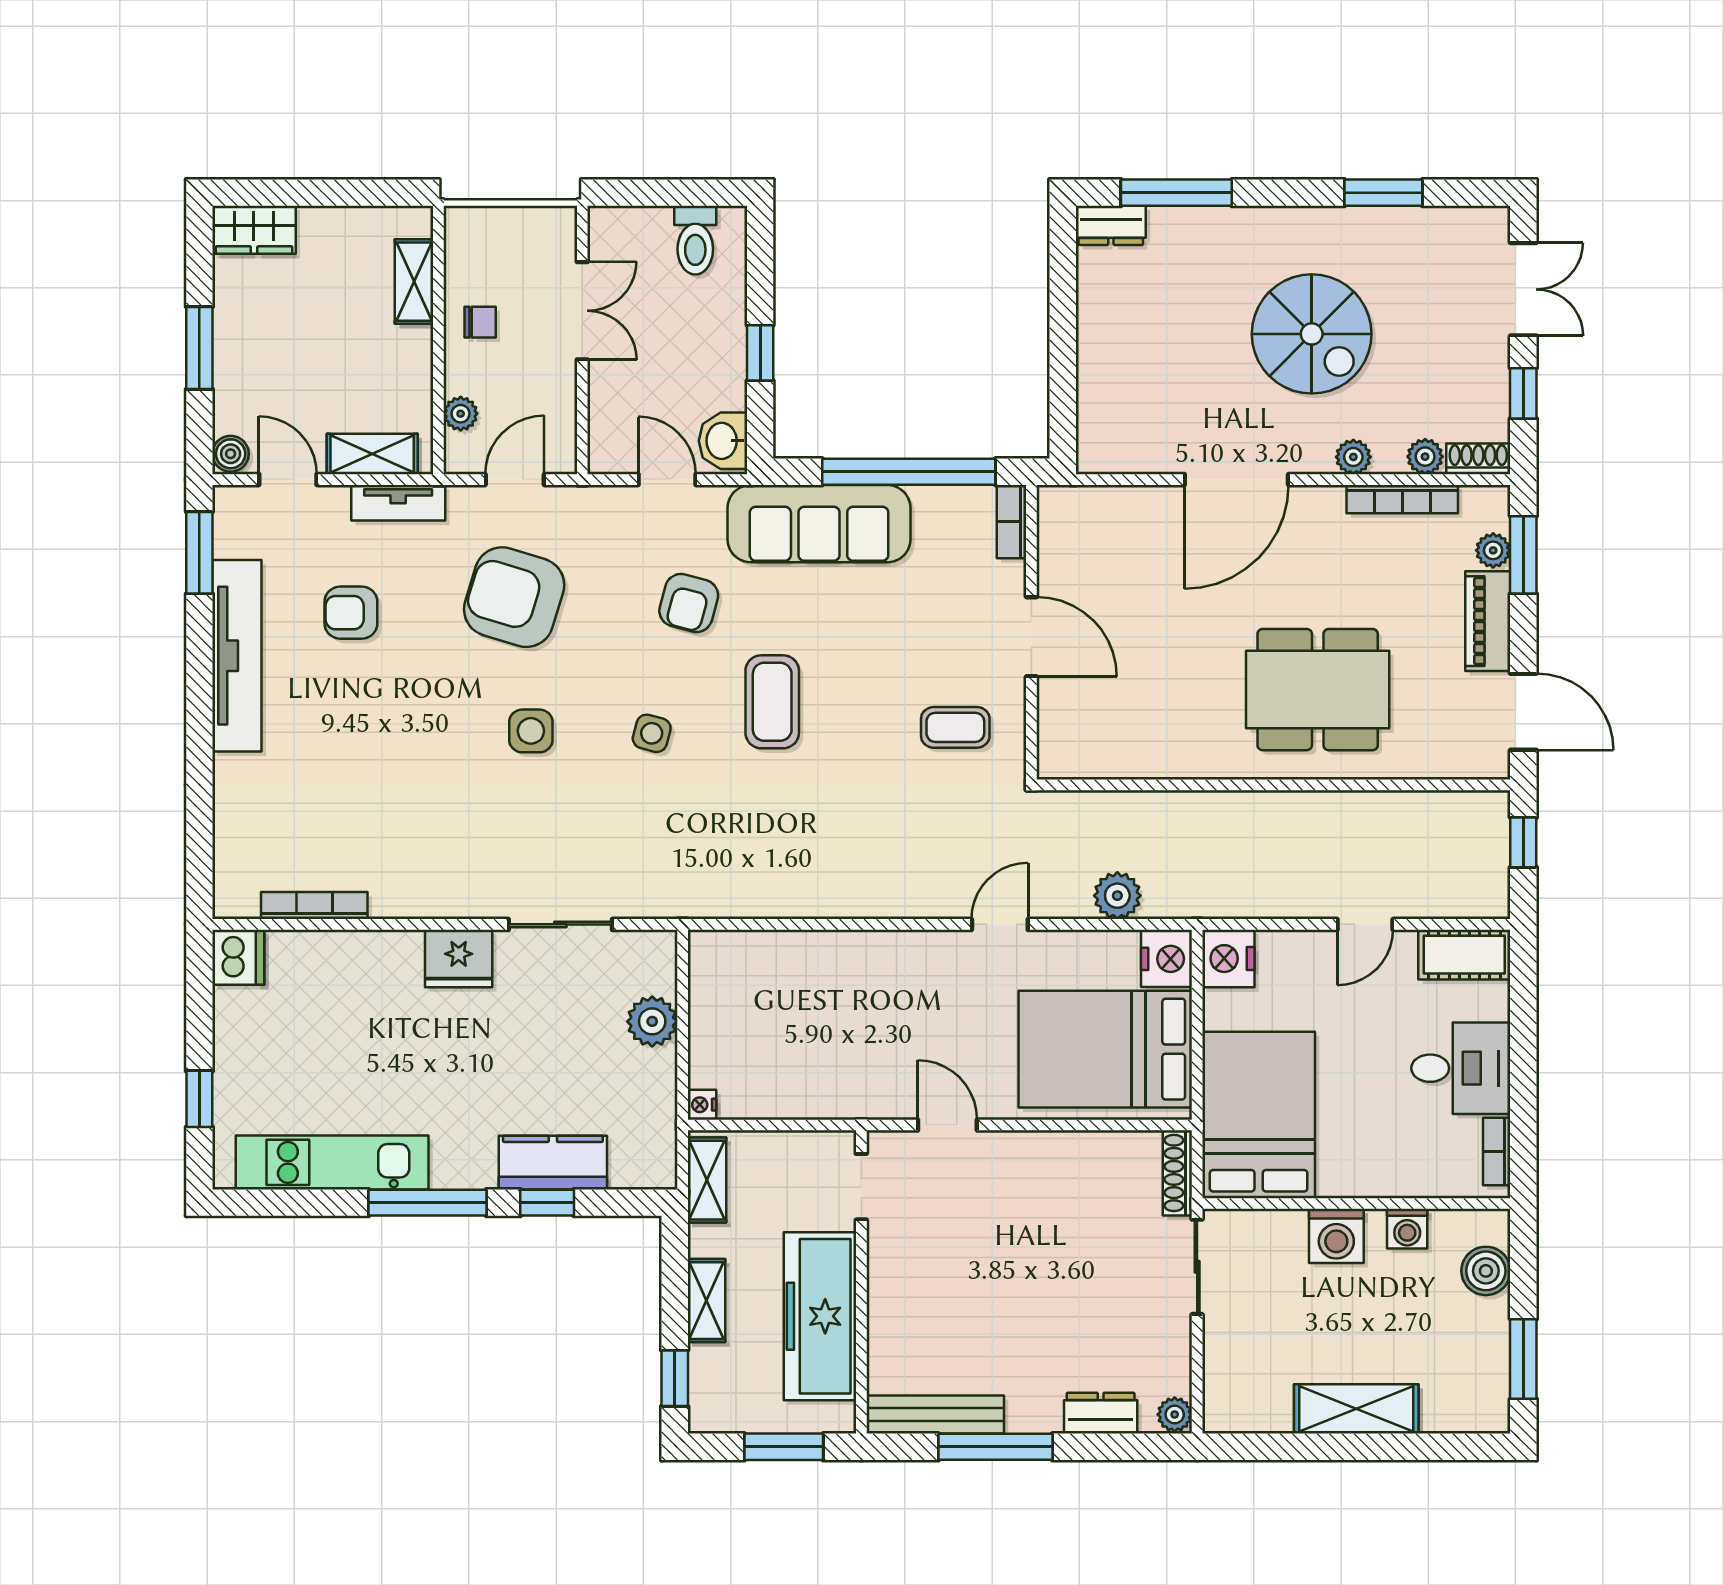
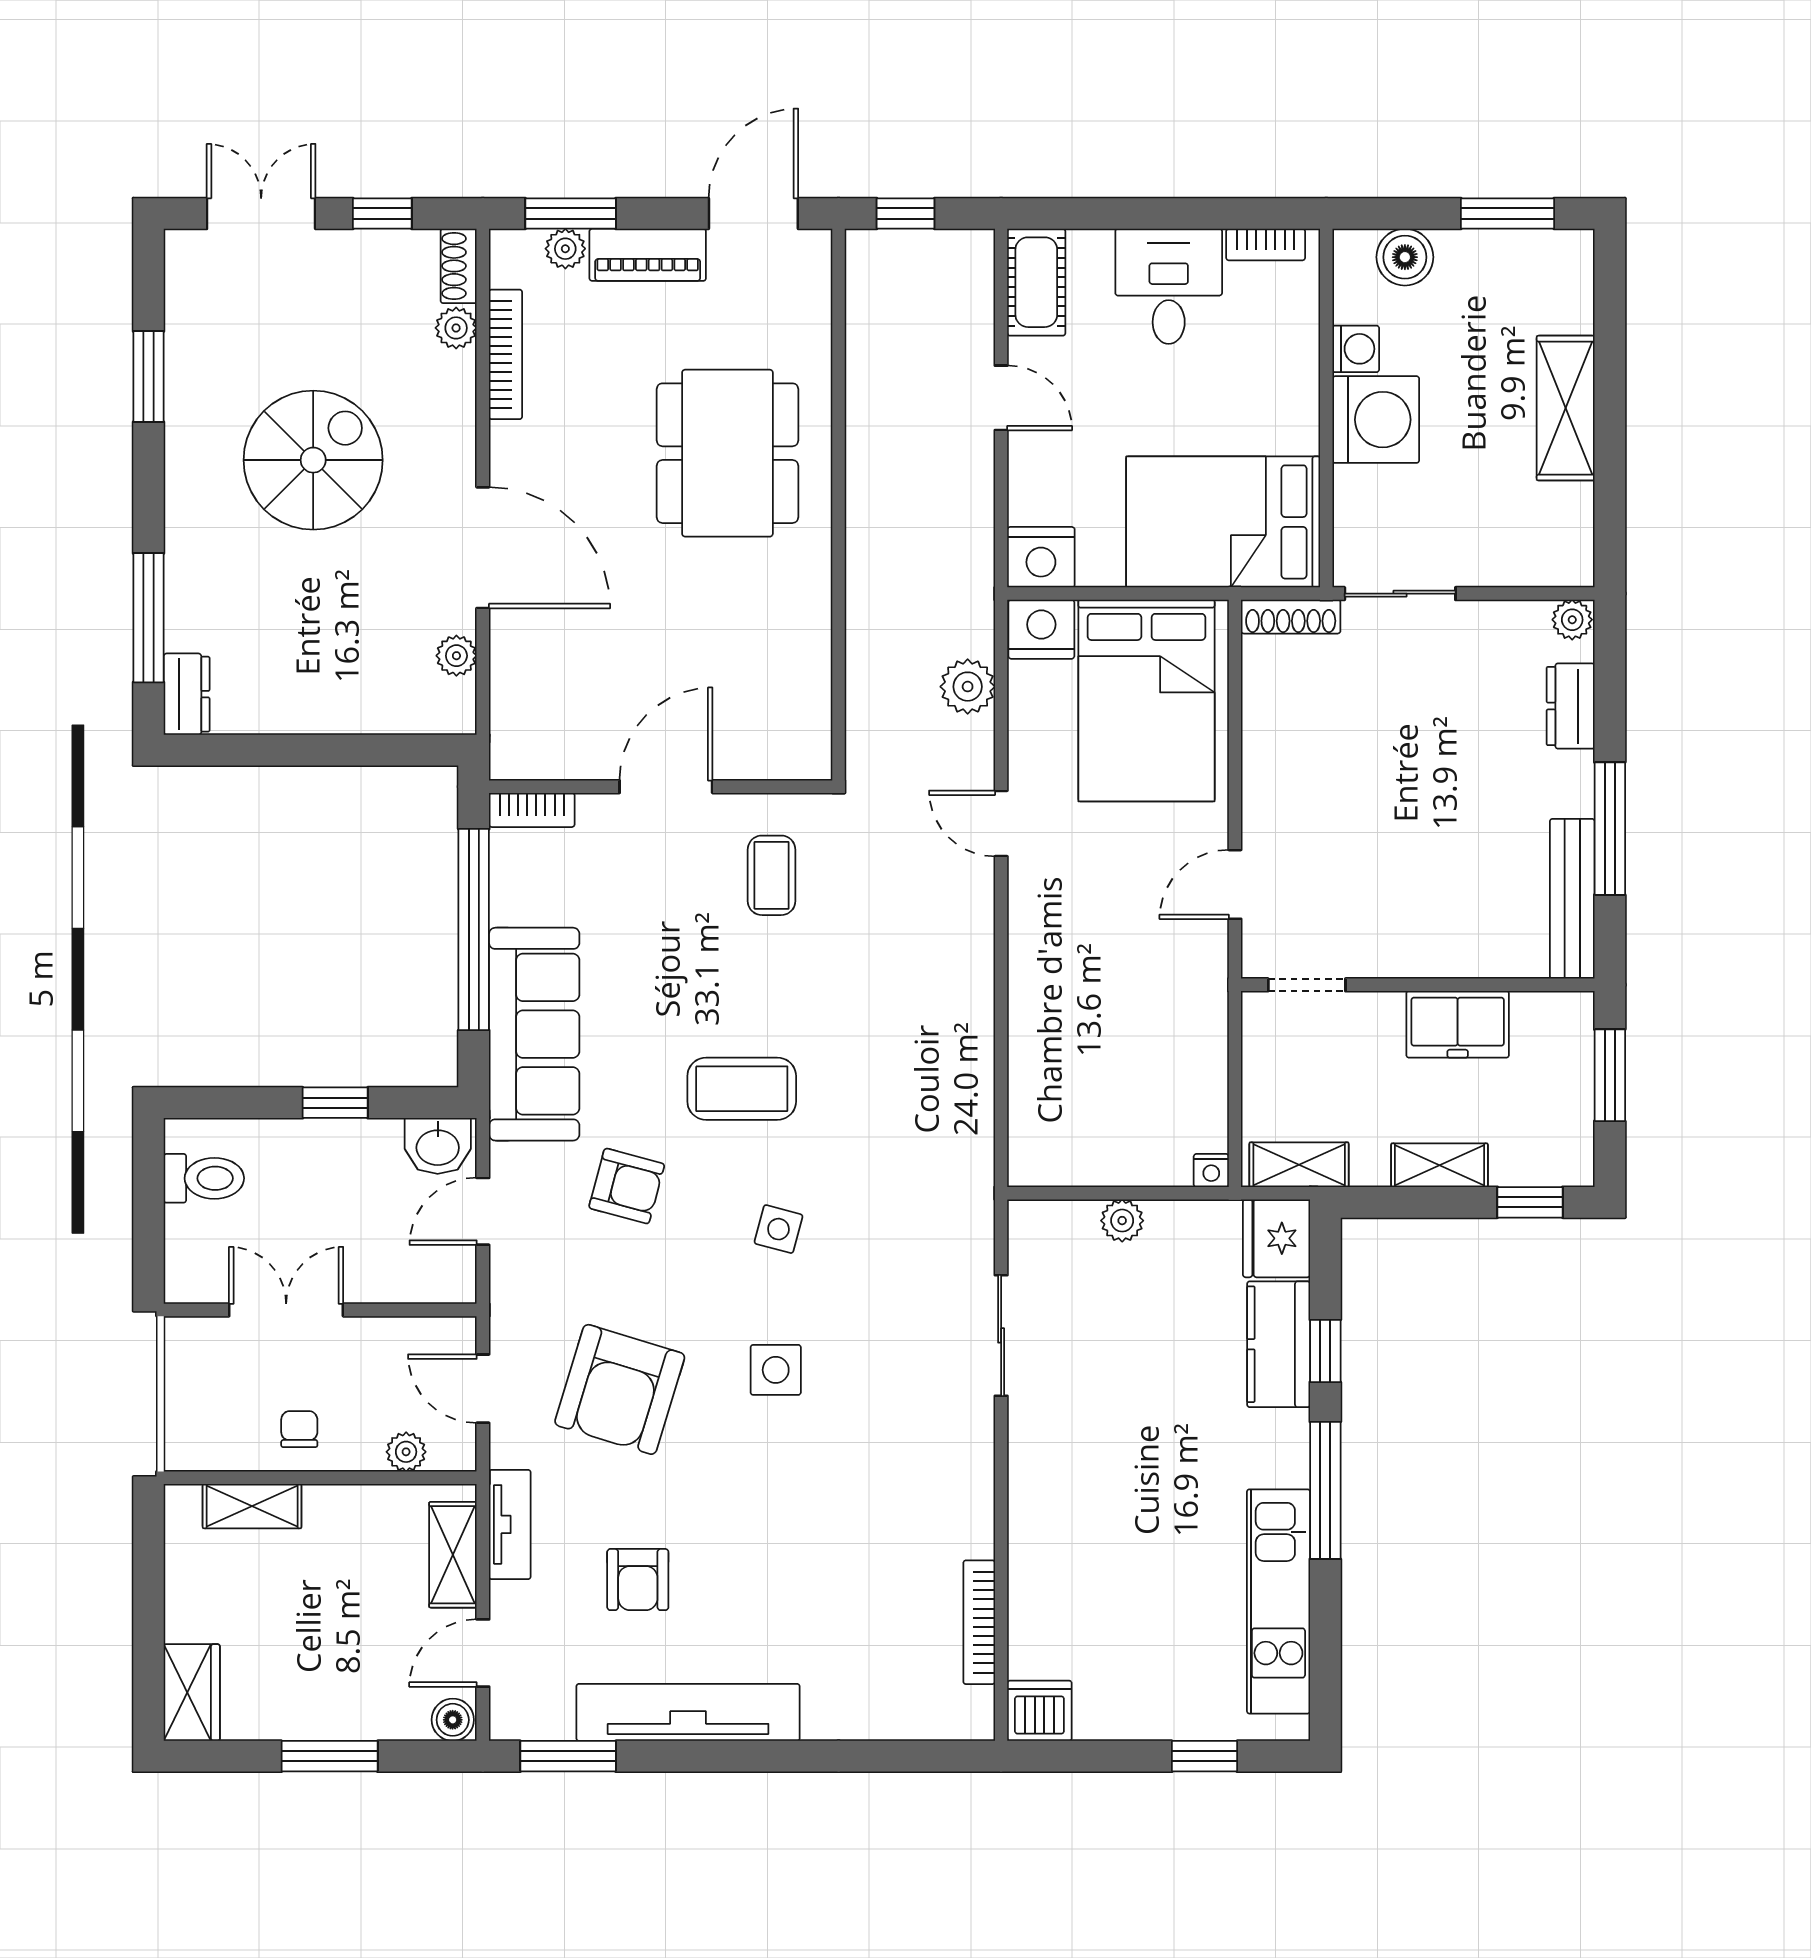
plant: (1353, 457) -> (456, 656), moved
fridge: (459, 958) -> (1276, 1238), moved, turned 180
plant: (652, 1021) -> (1122, 1221), width x0.73, depth x0.73
washing machine: (1336, 1236) -> (1376, 420), width x1.37, depth x1.37
freezer: (820, 1316) -> (1458, 1024), width x0.52, depth x0.79

